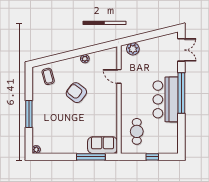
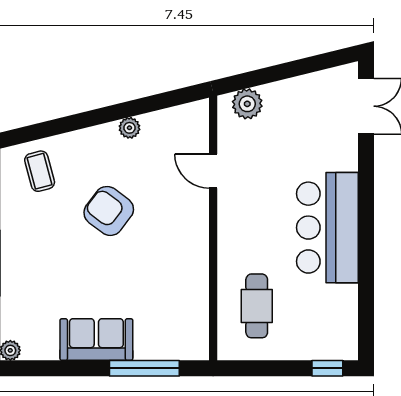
window: (181, 93) -> (366, 212), removed
sofa: (103, 145) -> (96, 340), moved
window: (152, 157) -> (327, 368), moved

